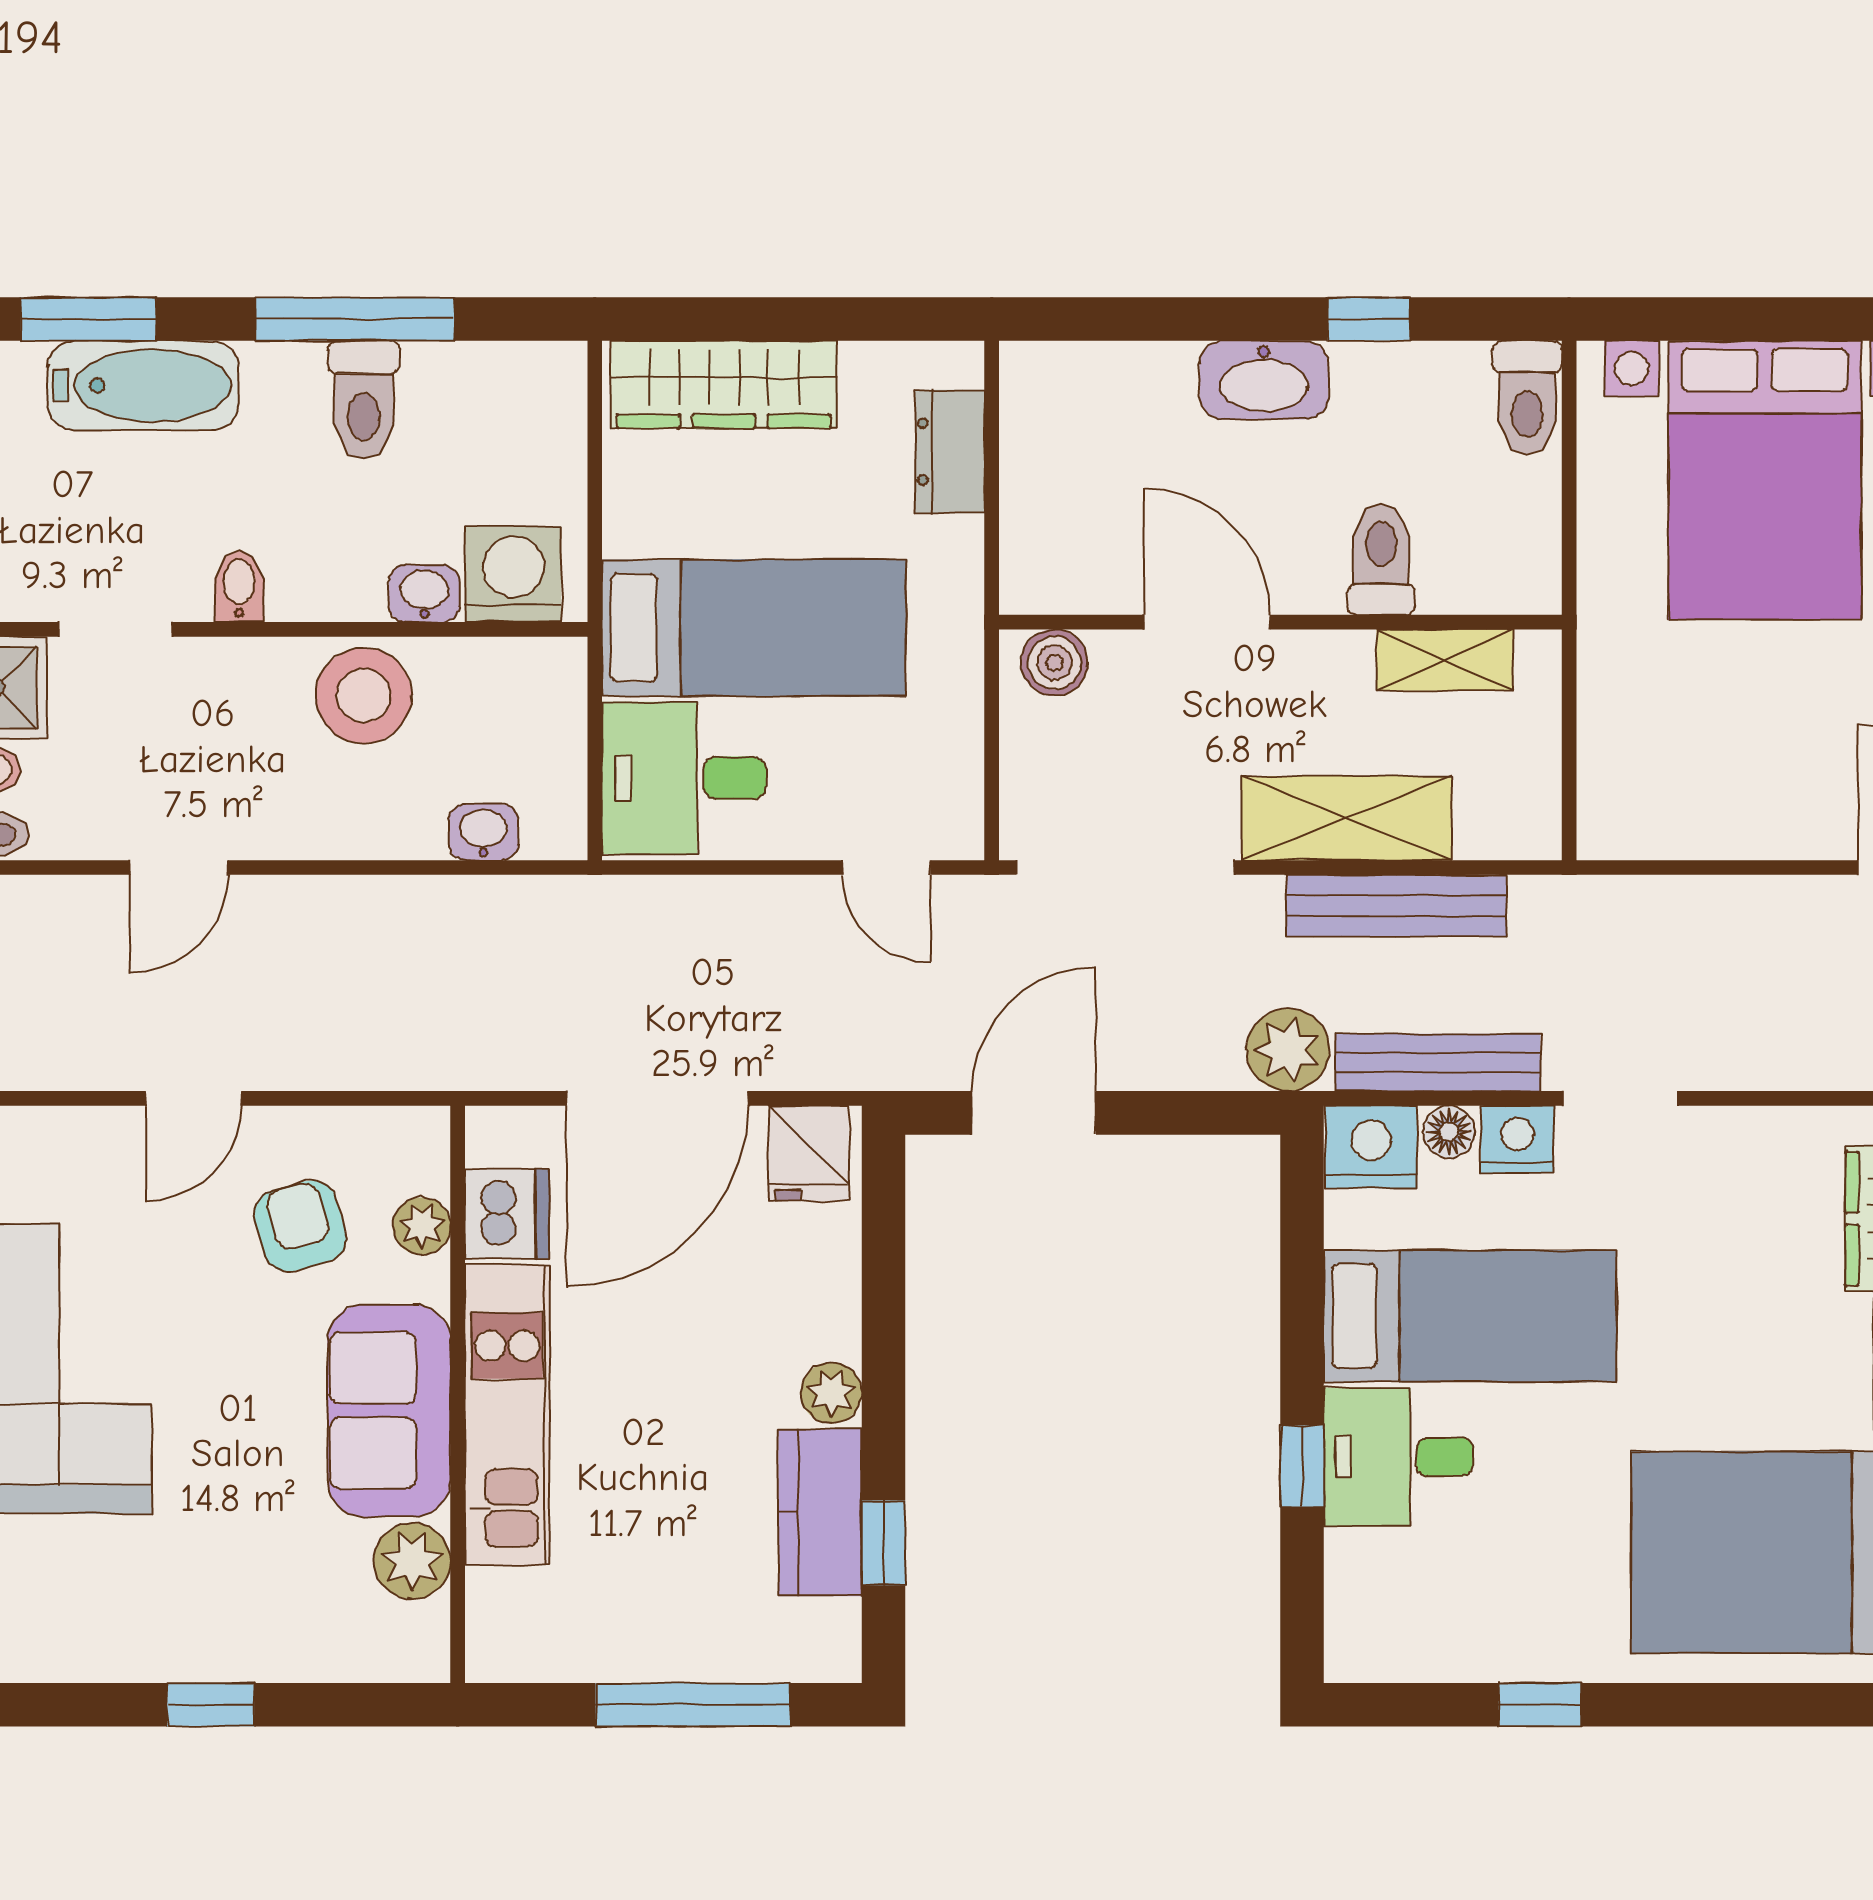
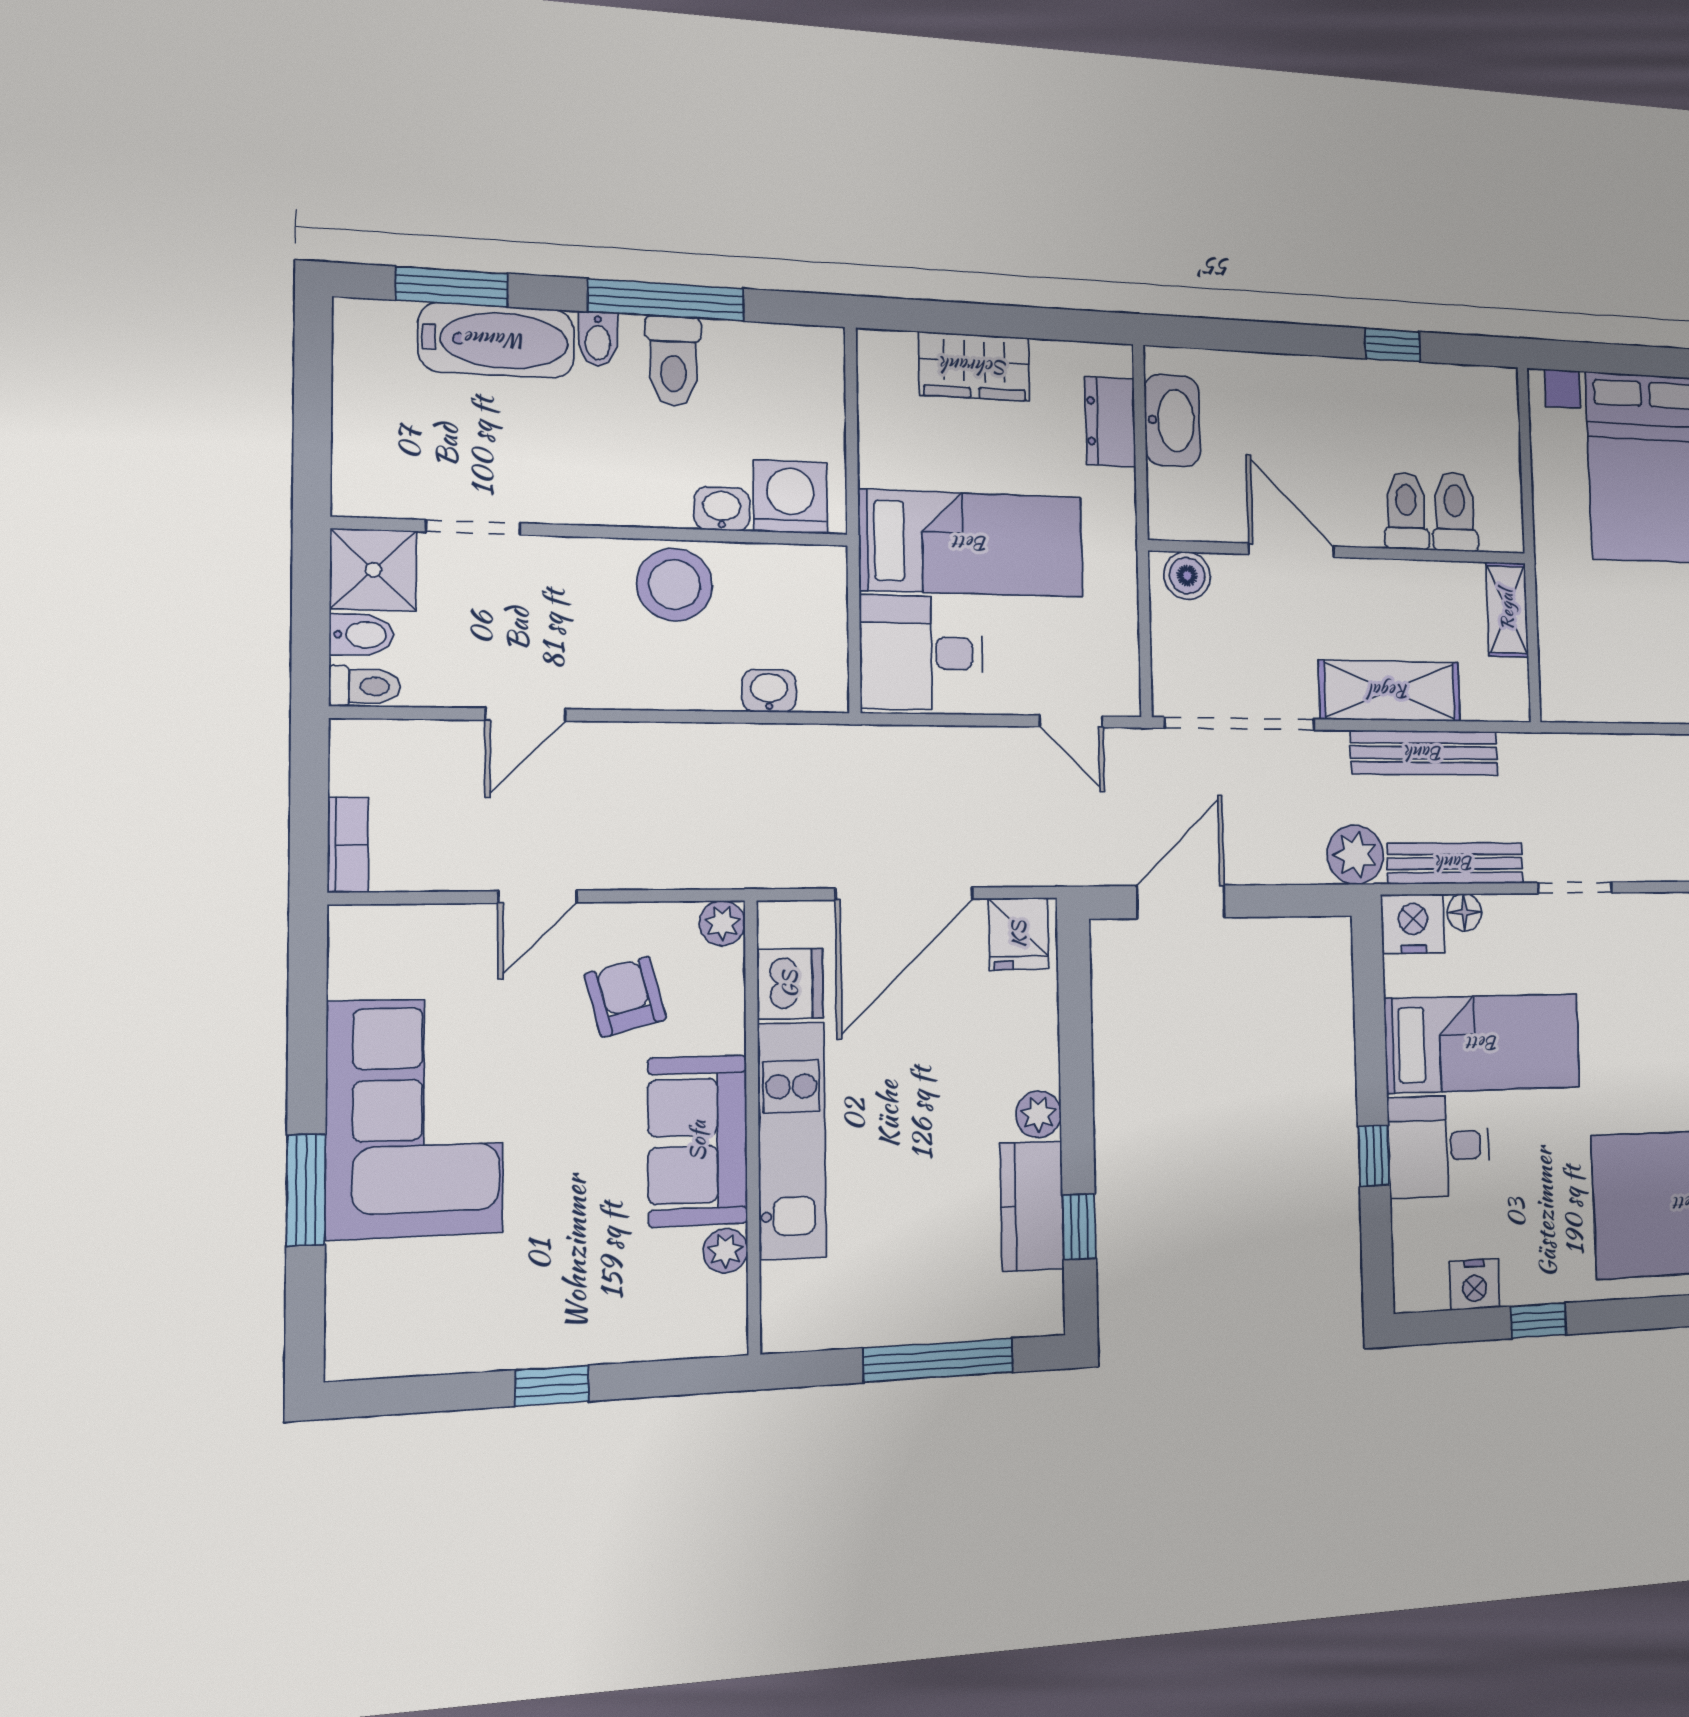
washbasin: (1264, 380) -> (1172, 420), moved, turned -90
wardrobe: (724, 384) -> (974, 366), width x0.67
toilet: (1527, 398) -> (1455, 512), moved, turned 180
bidet: (239, 586) -> (598, 339), moved, turned 180
shelving: (1445, 660) -> (1507, 610), moved, turned 90
nightstand: (1517, 1139) -> (1475, 1284), moved, turned 180
plant: (422, 1226) -> (722, 923), moved
plant: (412, 1561) -> (725, 1251), width x0.73, depth x0.73

